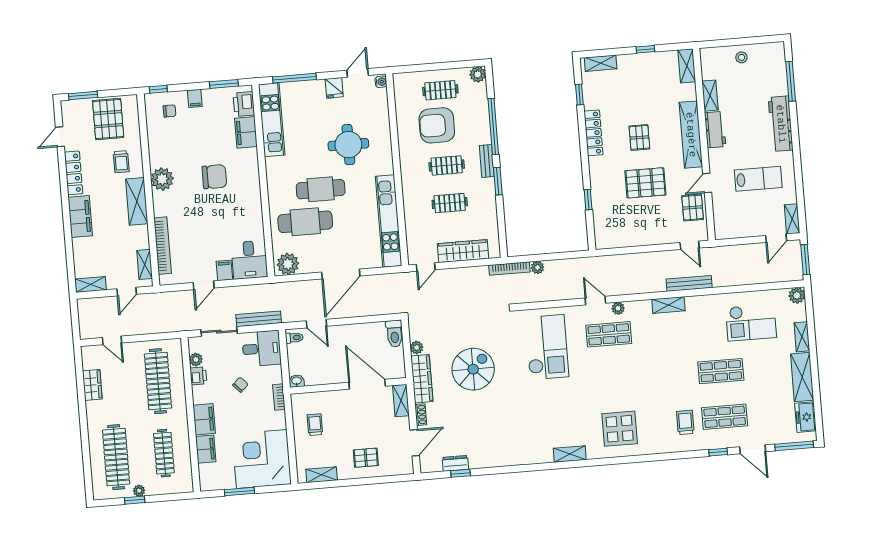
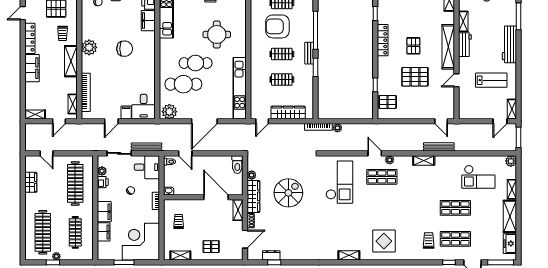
pallet: (693, 208) -> (388, 102), moved, turned 90

